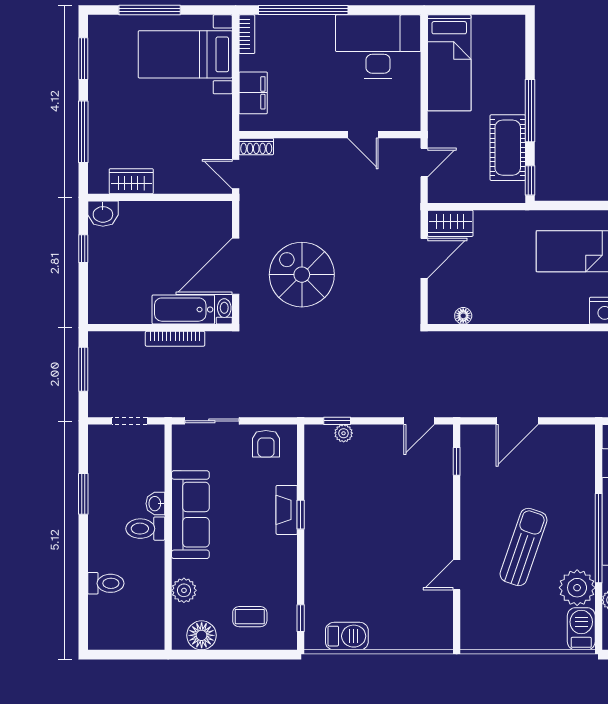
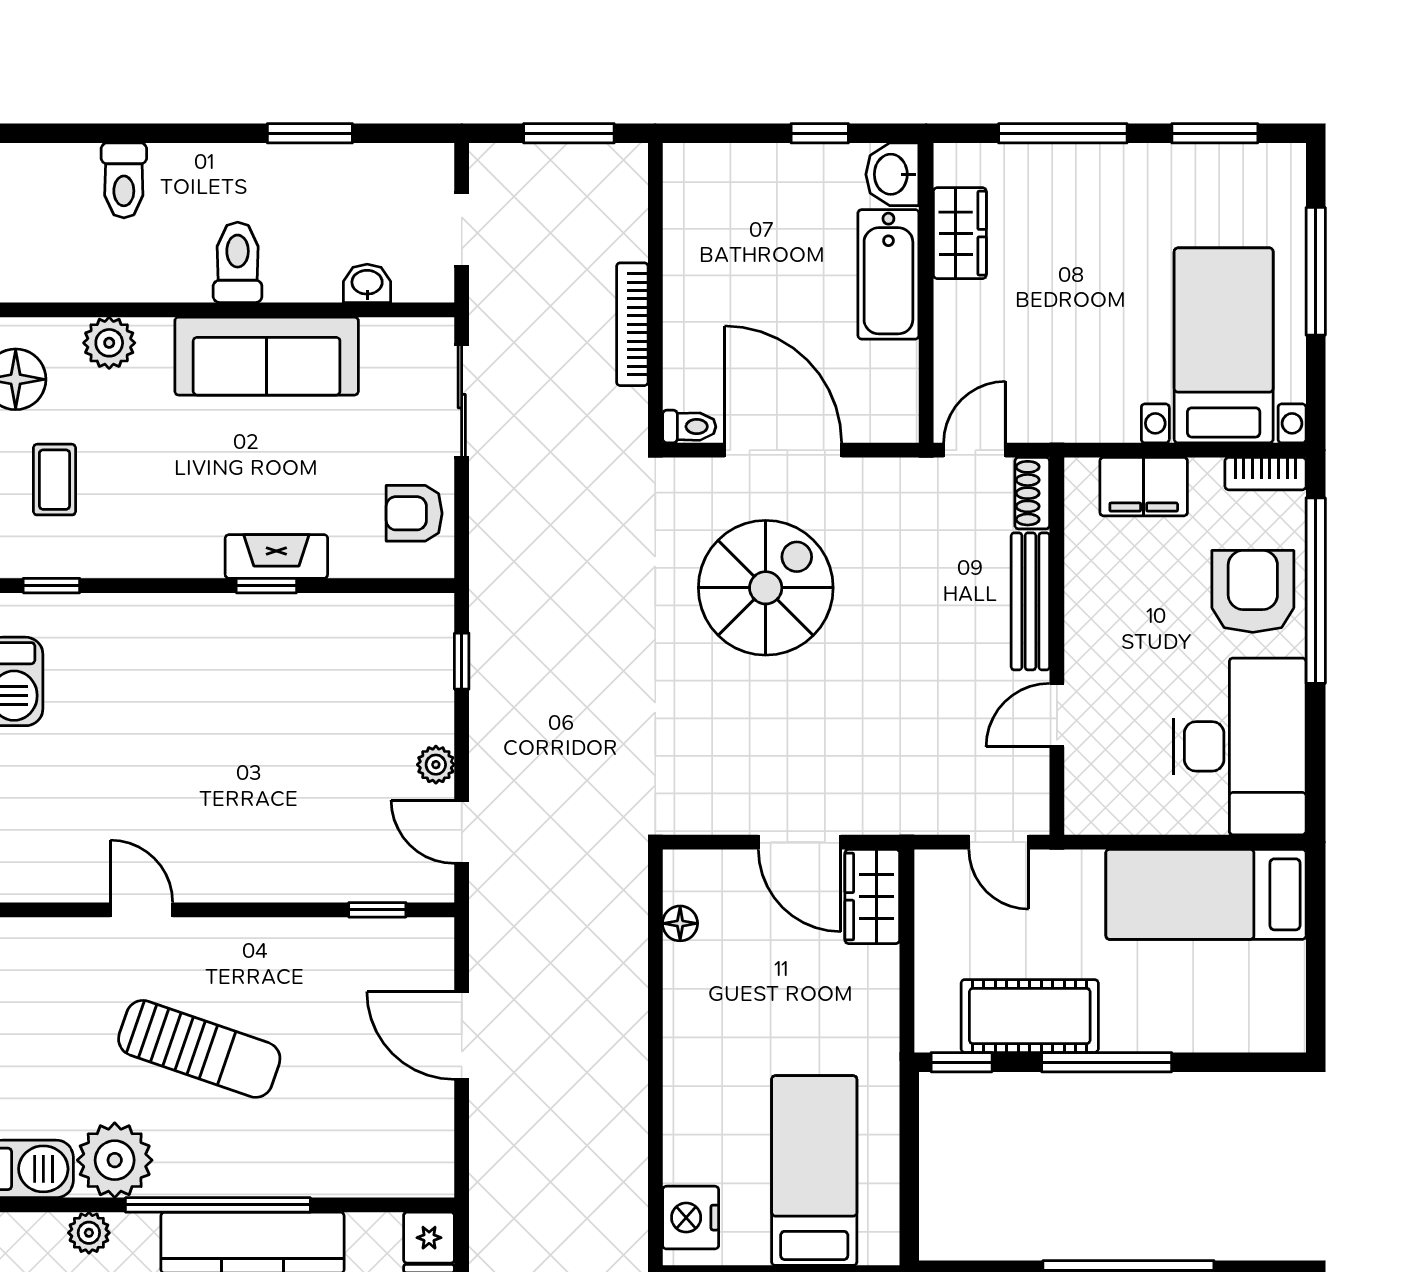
armchair: (304, 40) -> (1253, 591), added
bench: (308, 147) -> (1030, 601), added
bathtub: (183, 310) -> (888, 274), moved, turned 180
plant: (344, 433) -> (436, 765), moved
washbasin: (155, 504) -> (367, 283), moved

